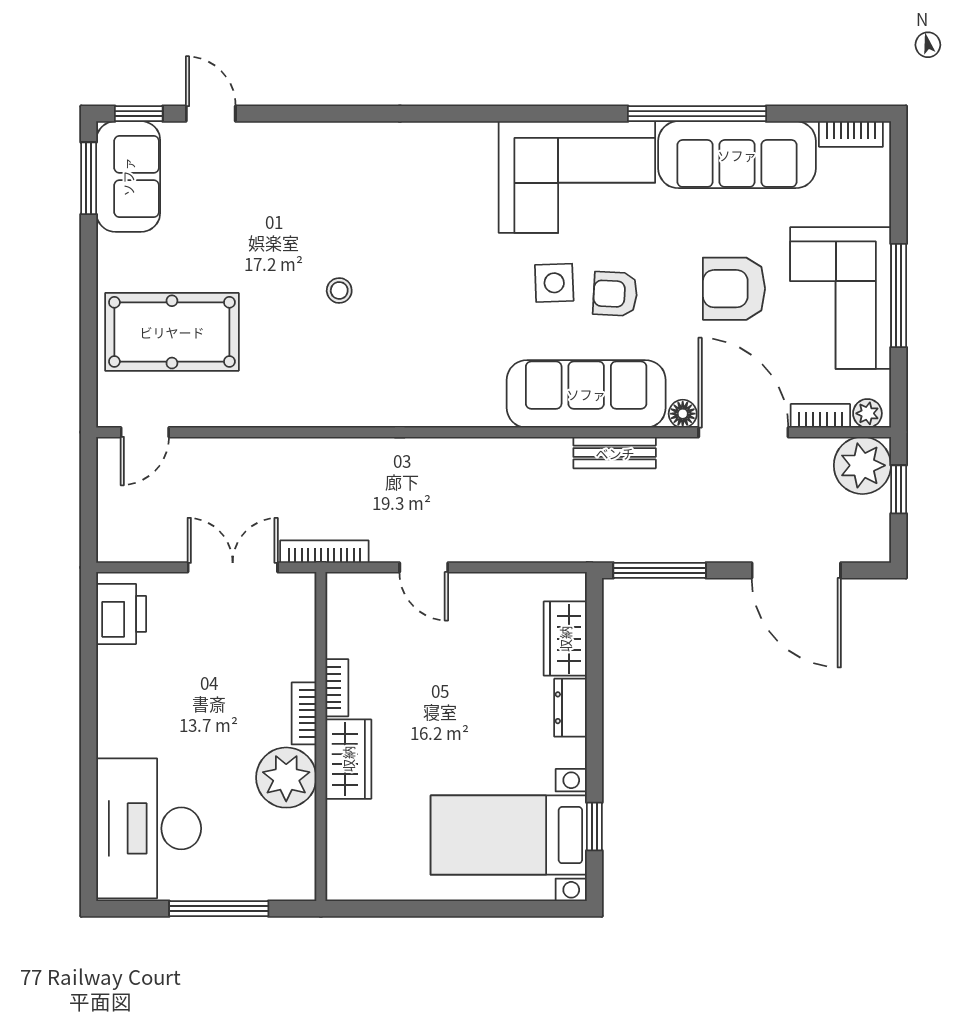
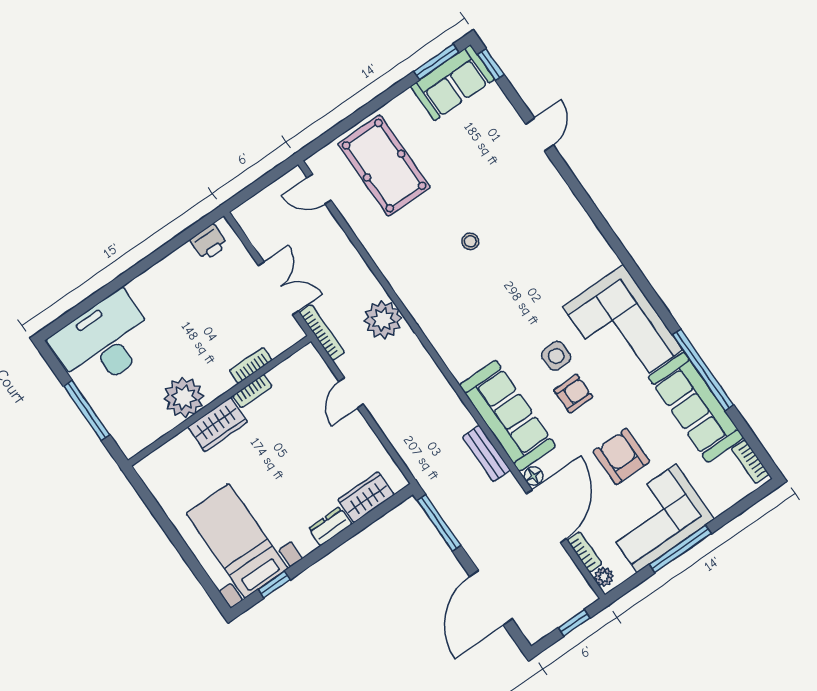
door: (211, 114) -> (539, 135), moved
armchair: (615, 294) -> (573, 394), turned 87
plant: (862, 465) -> (383, 320), moved
printer: (121, 614) -> (209, 242), width x0.73, depth x0.81
bookcase: (304, 713) -> (251, 365), moved

